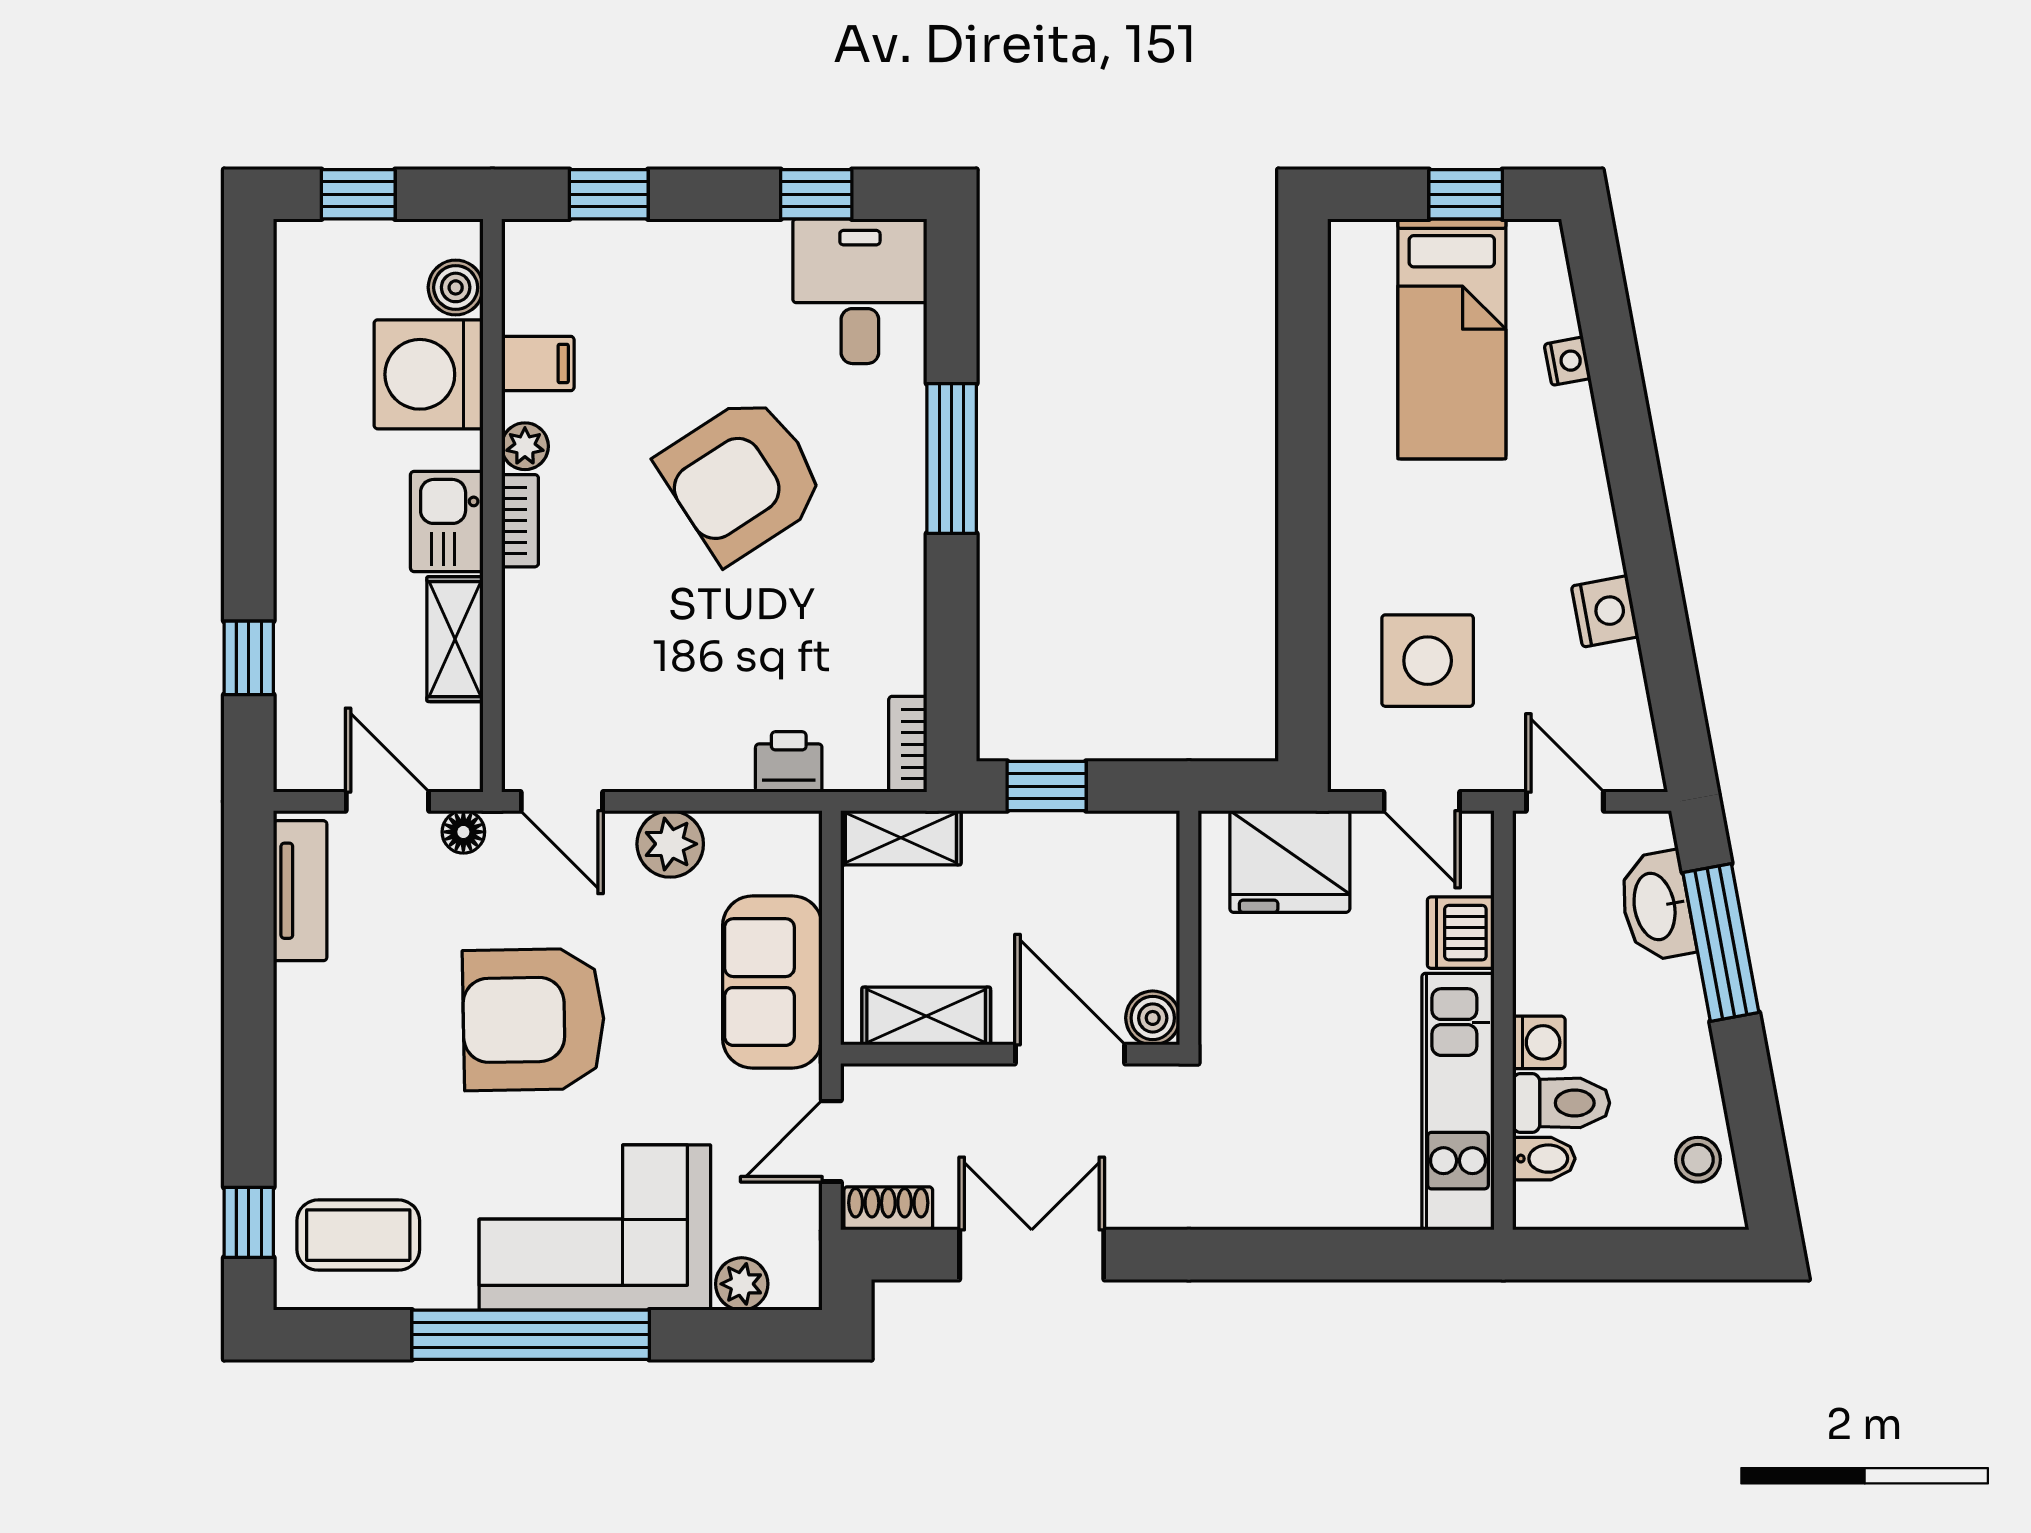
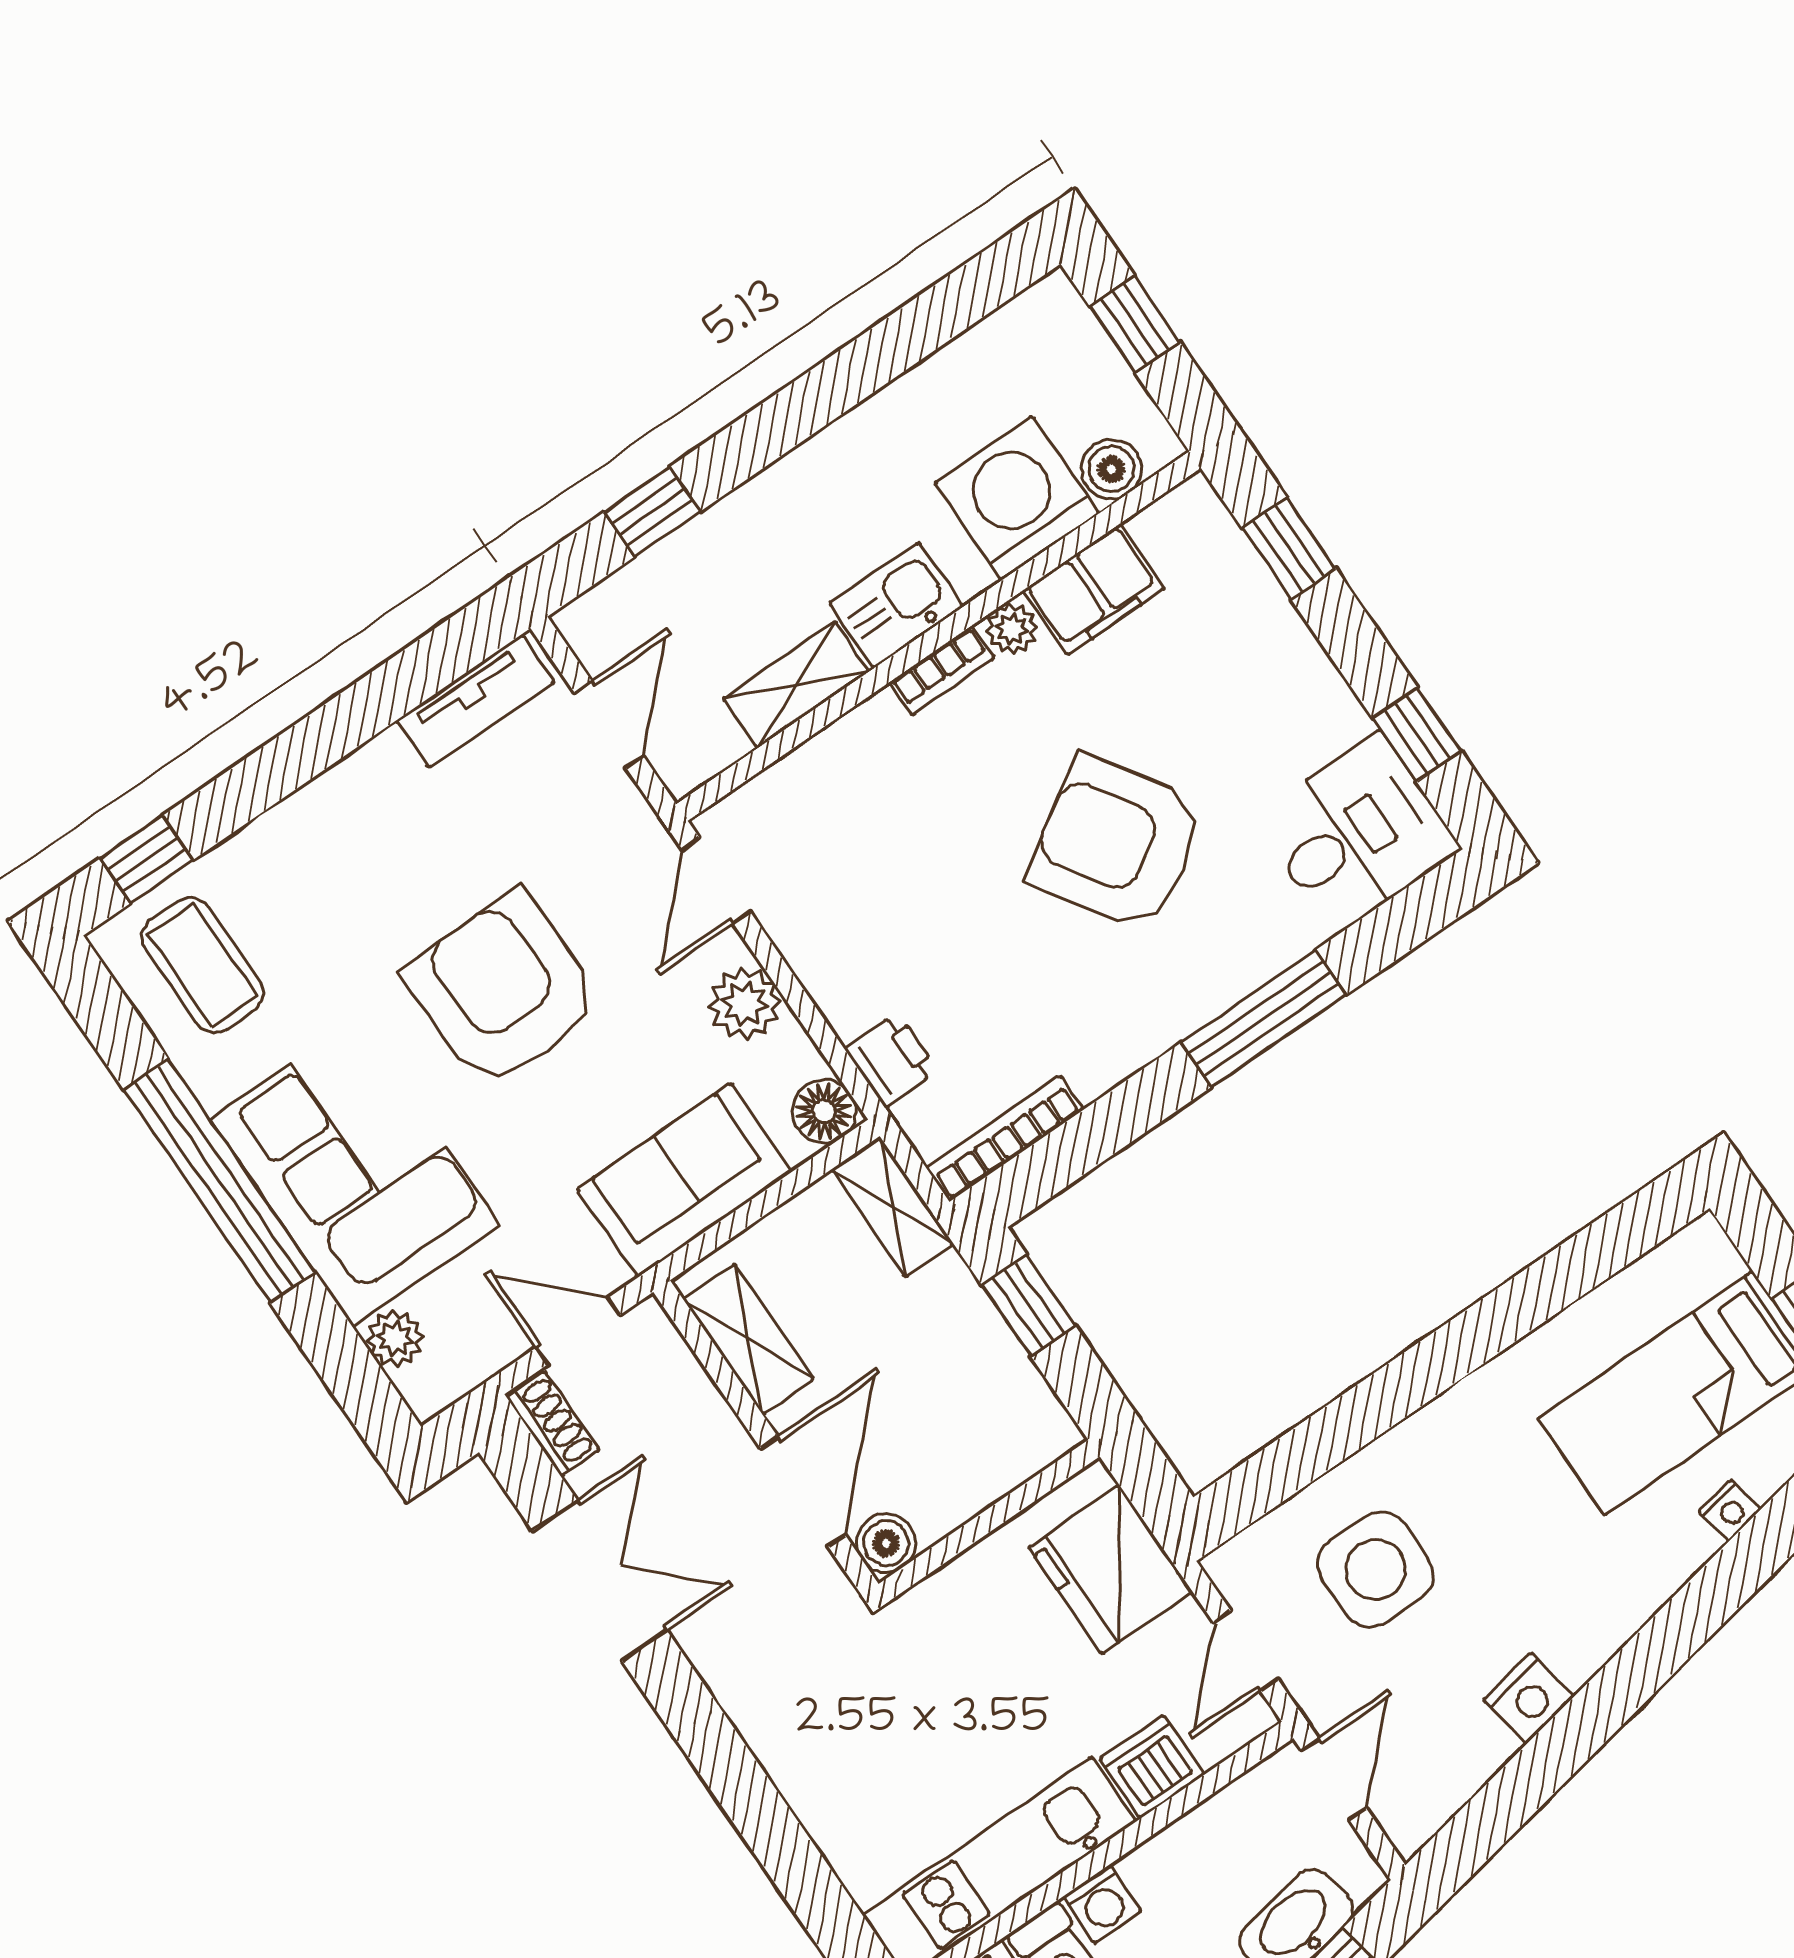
filing cabinet: (538, 363) -> (1094, 589), width x2.00
bookcase: (908, 744) -> (1005, 1139), width x1.56
floor lamp: (463, 832) -> (824, 1111), moved, width x1.37, depth x1.37

